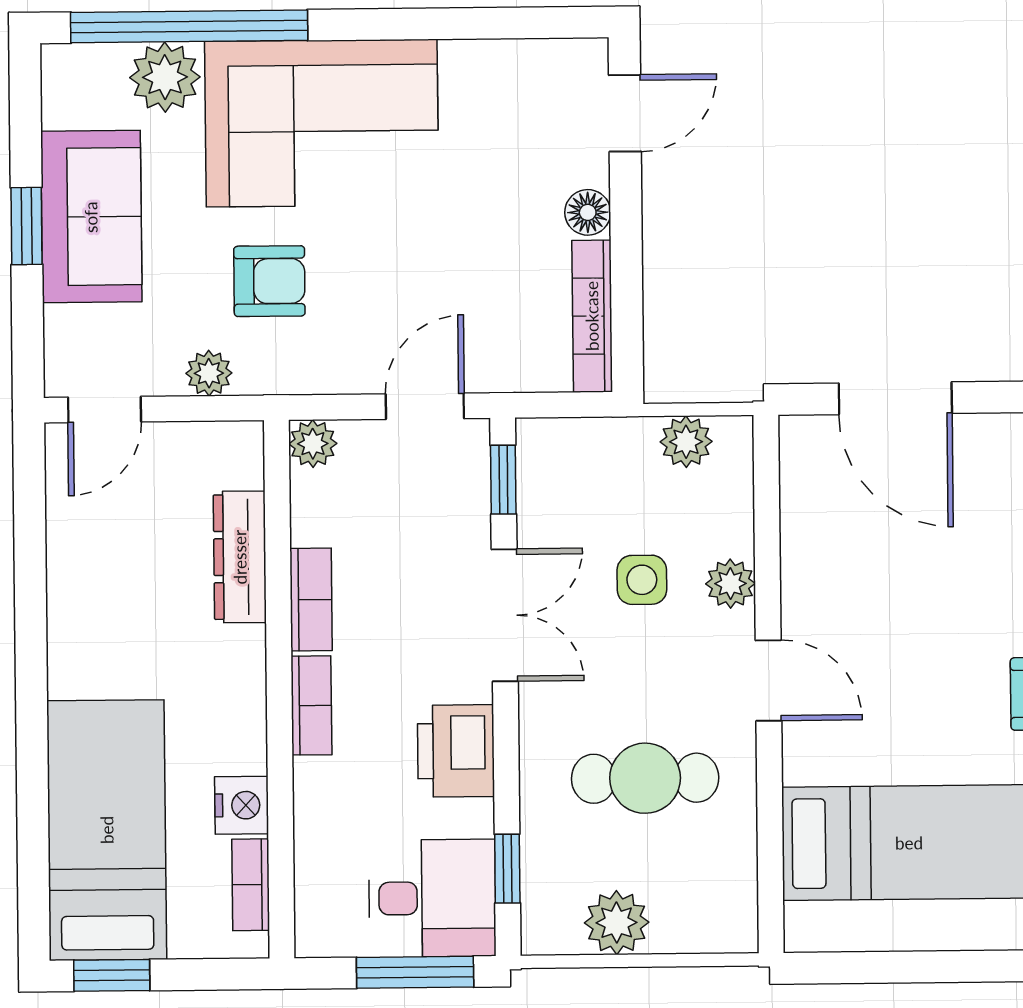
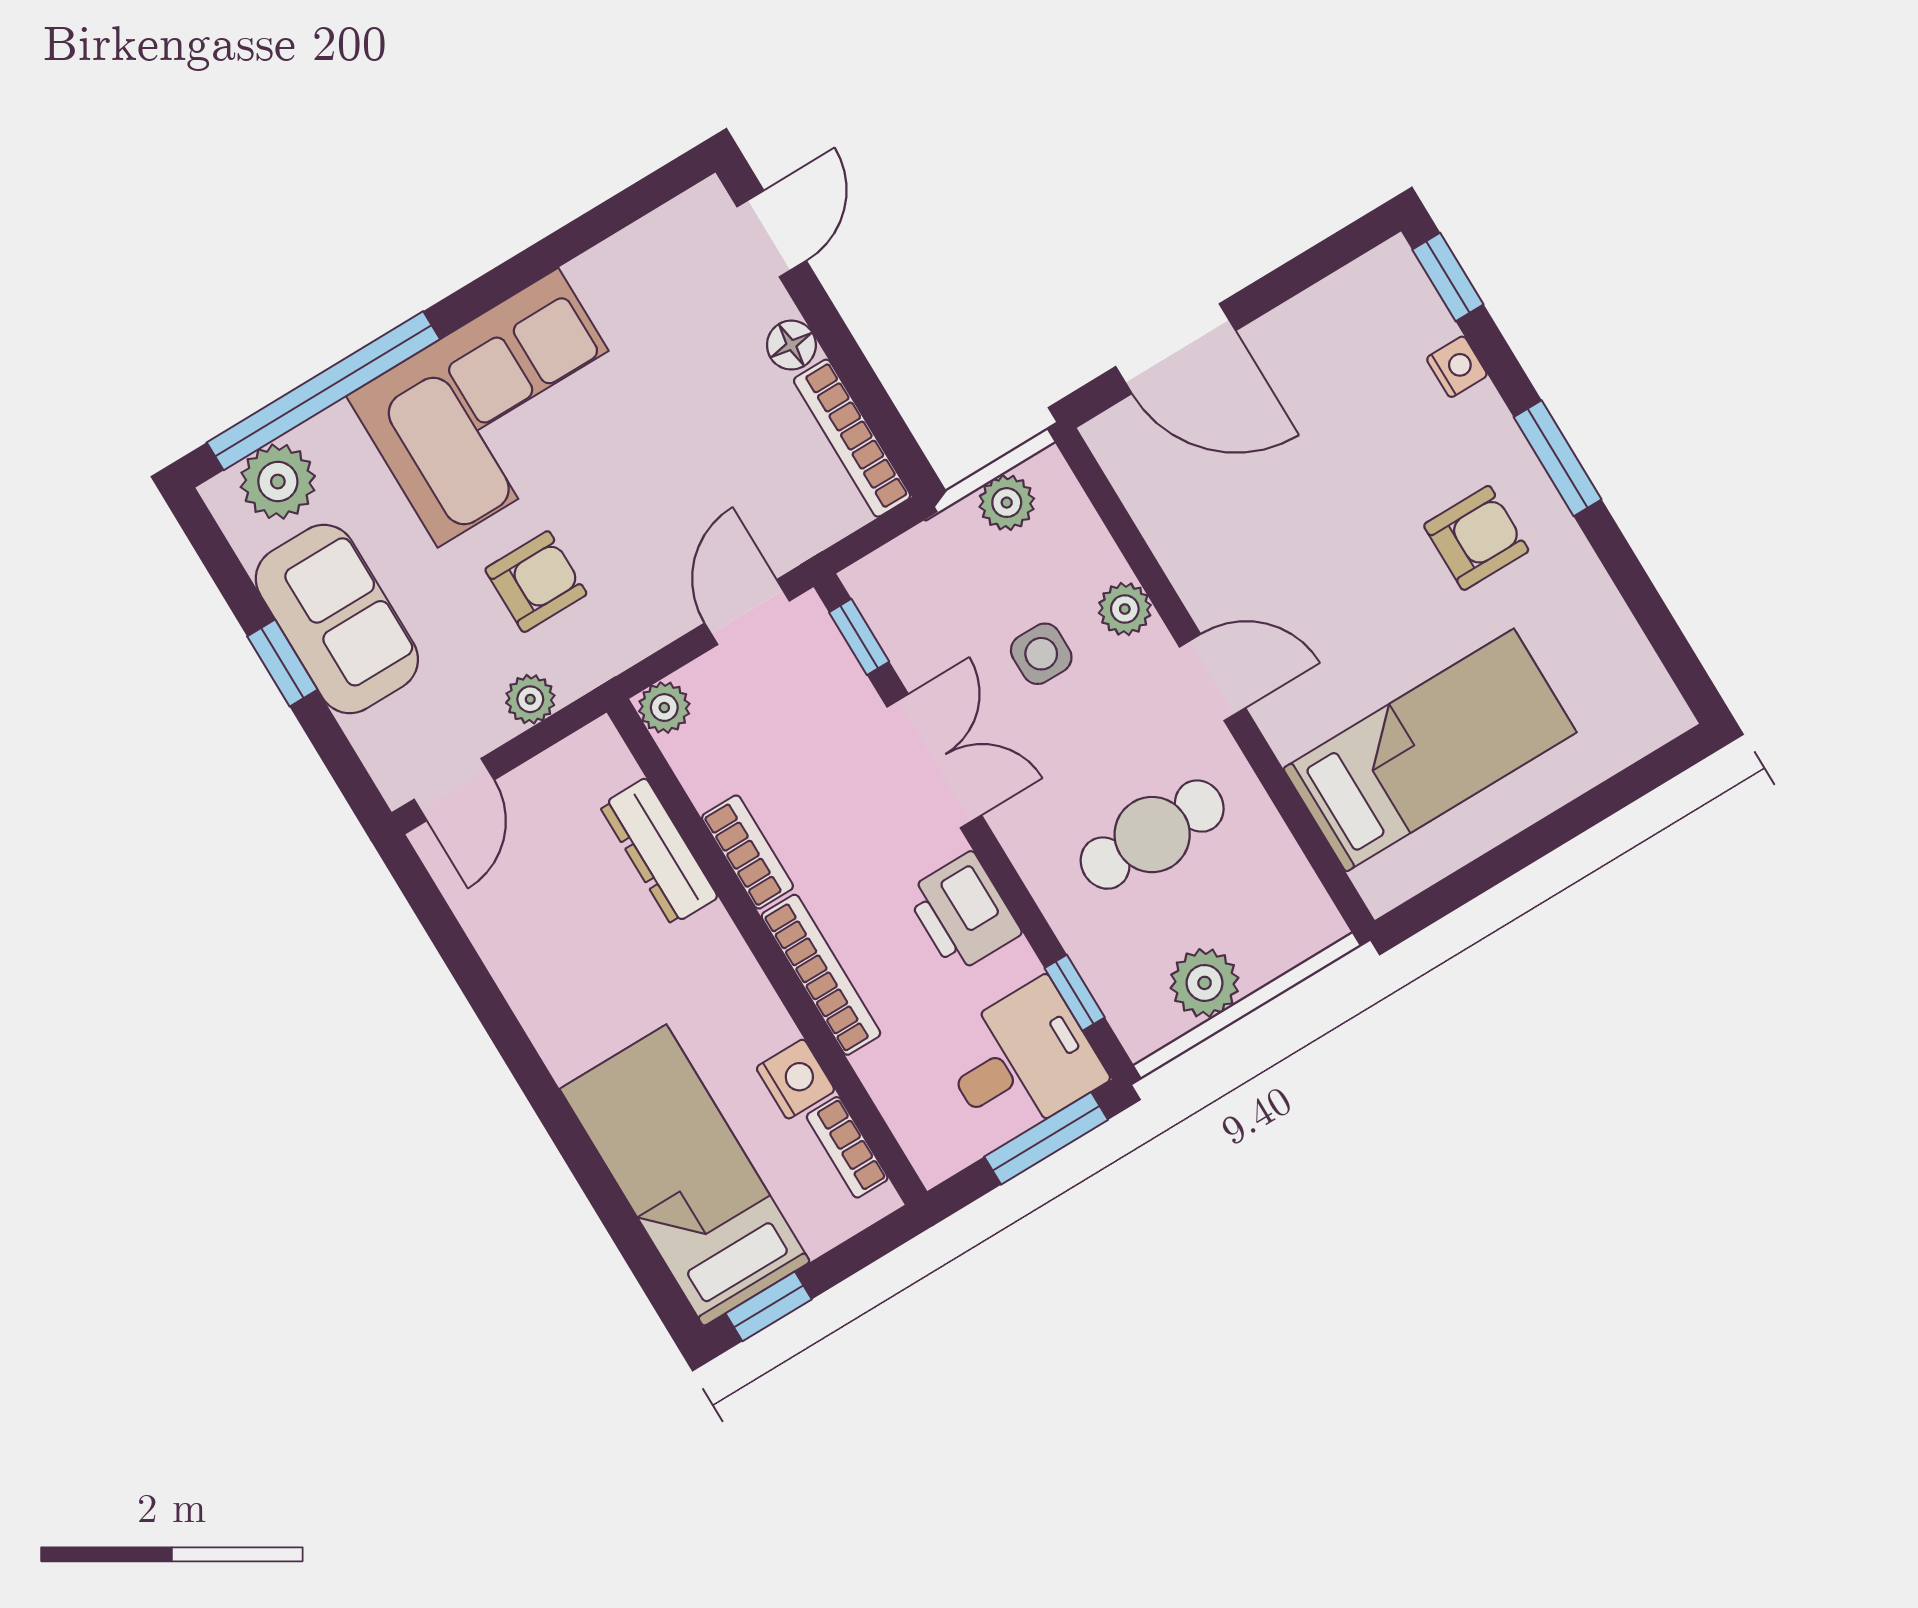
plant: (165, 77) -> (278, 482), moved
bookcase: (311, 705) -> (821, 975), width x1.56

